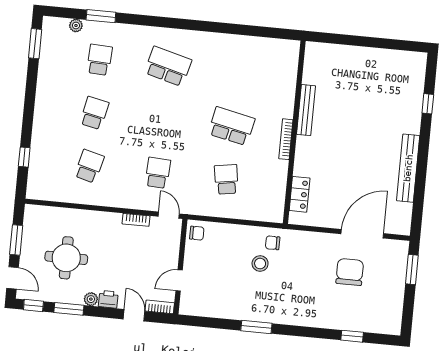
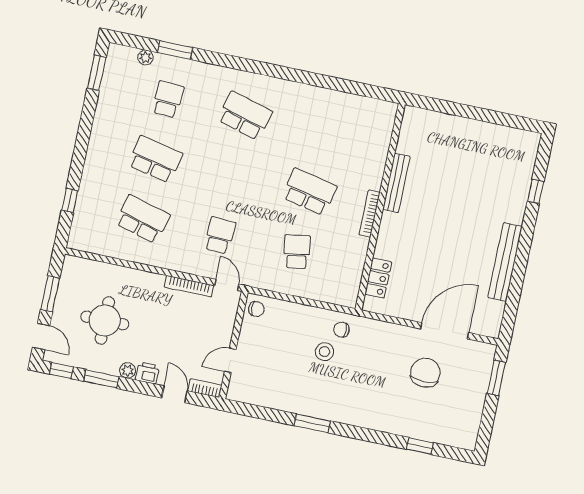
school desk: (94, 113) -> (155, 159), width x1.85
school desk: (89, 166) -> (143, 219), width x1.85
bookcase: (136, 220) -> (189, 286), width x1.56

